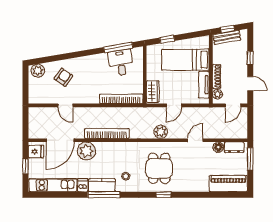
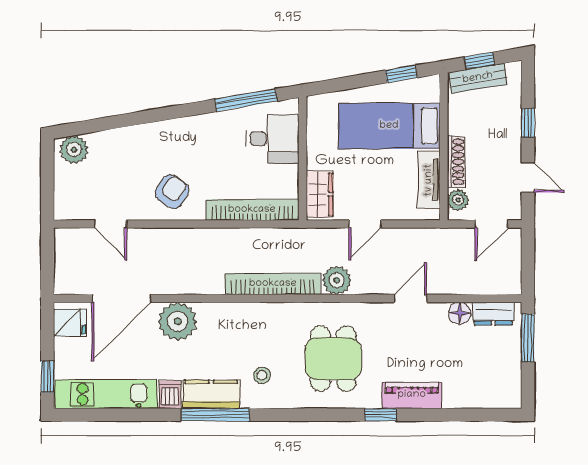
window: (167, 39) -> (401, 74), moved
desk: (121, 63) -> (272, 139), moved, turned 100
armchair: (63, 77) -> (172, 192), moved
door: (65, 105) -> (111, 224), moved
bookcase: (107, 133) -> (273, 284), moved
window: (25, 166) -> (47, 377), moved
piano: (228, 184) -> (412, 395), moved, width x0.73, depth x0.75
window: (164, 195) -> (381, 415), moved

